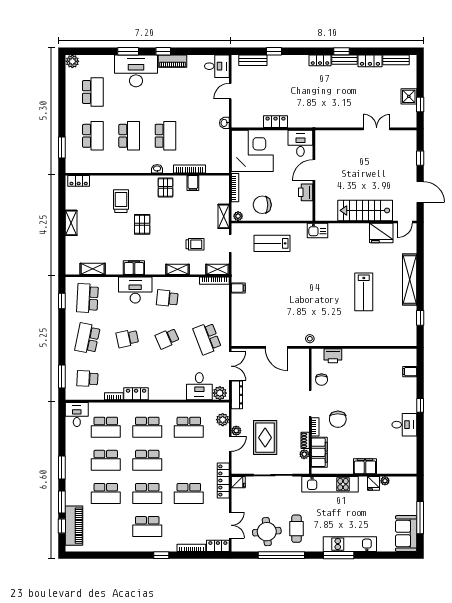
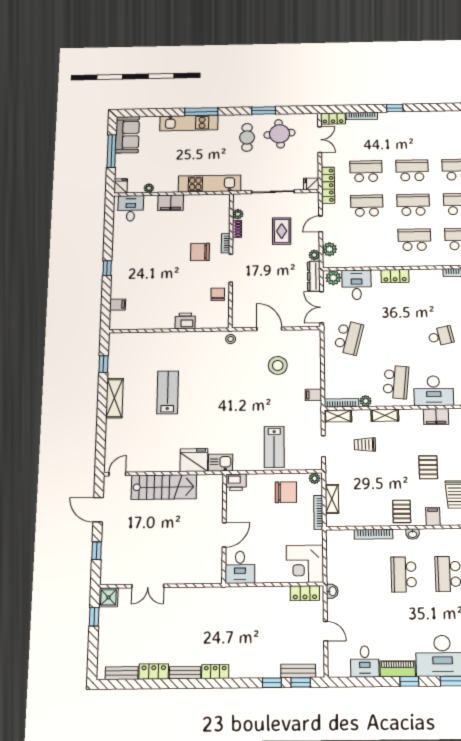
window: (341, 51) -> (301, 682), moved
desk: (217, 66) -> (365, 661), moved, turned -90
door: (230, 91) -> (326, 631), hinge flipped
shower: (409, 96) -> (108, 597), moved
locker: (276, 122) -> (305, 593), moved
corner desk: (252, 151) -> (305, 564), width x0.74, depth x0.74
filing cabinet: (193, 183) -> (433, 516), moved
printer: (306, 192) -> (236, 482), moved, turned 90
shelving: (224, 216) -> (332, 499), moved
fridge: (381, 233) -> (194, 460), moved
lab bench: (272, 243) -> (274, 447), turned 90
shelving: (410, 280) -> (114, 398), width x0.68
plant: (194, 282) -> (366, 401), added
school desk: (167, 298) -> (396, 382), width x1.85
stool: (269, 314) -> (278, 365), added
school desk: (167, 338) -> (395, 337), removed
school desk: (207, 338) -> (349, 338), turned 36
printer: (333, 356) -> (185, 321), moved
locker: (136, 394) -> (395, 276), moved
chair: (338, 419) -> (200, 252), turned -90
desk: (404, 425) -> (131, 208), moved, turned 90
school desk: (189, 427) -> (367, 206), moved
plant: (236, 431) -> (314, 255), moved
rug: (265, 438) -> (282, 231), width x0.73, depth x0.70
filing cabinet: (319, 452) -> (221, 217), removed
fridge: (374, 483) -> (121, 186), moved
double door: (230, 525) -> (320, 140), swing flipped
school desk: (147, 527) -> (411, 137), removed
window: (281, 555) -> (264, 111), width x0.47

